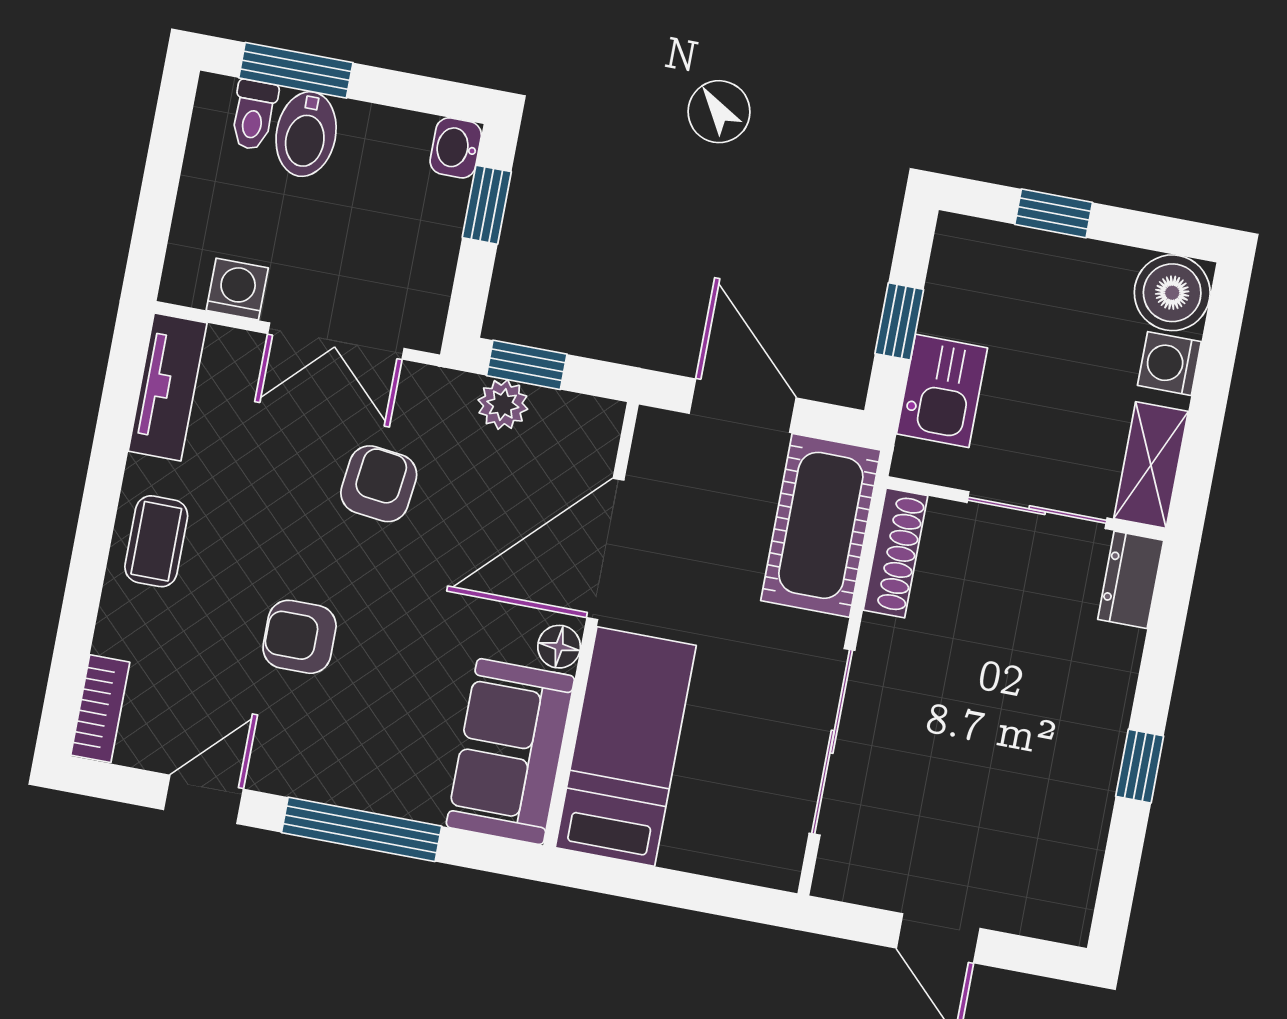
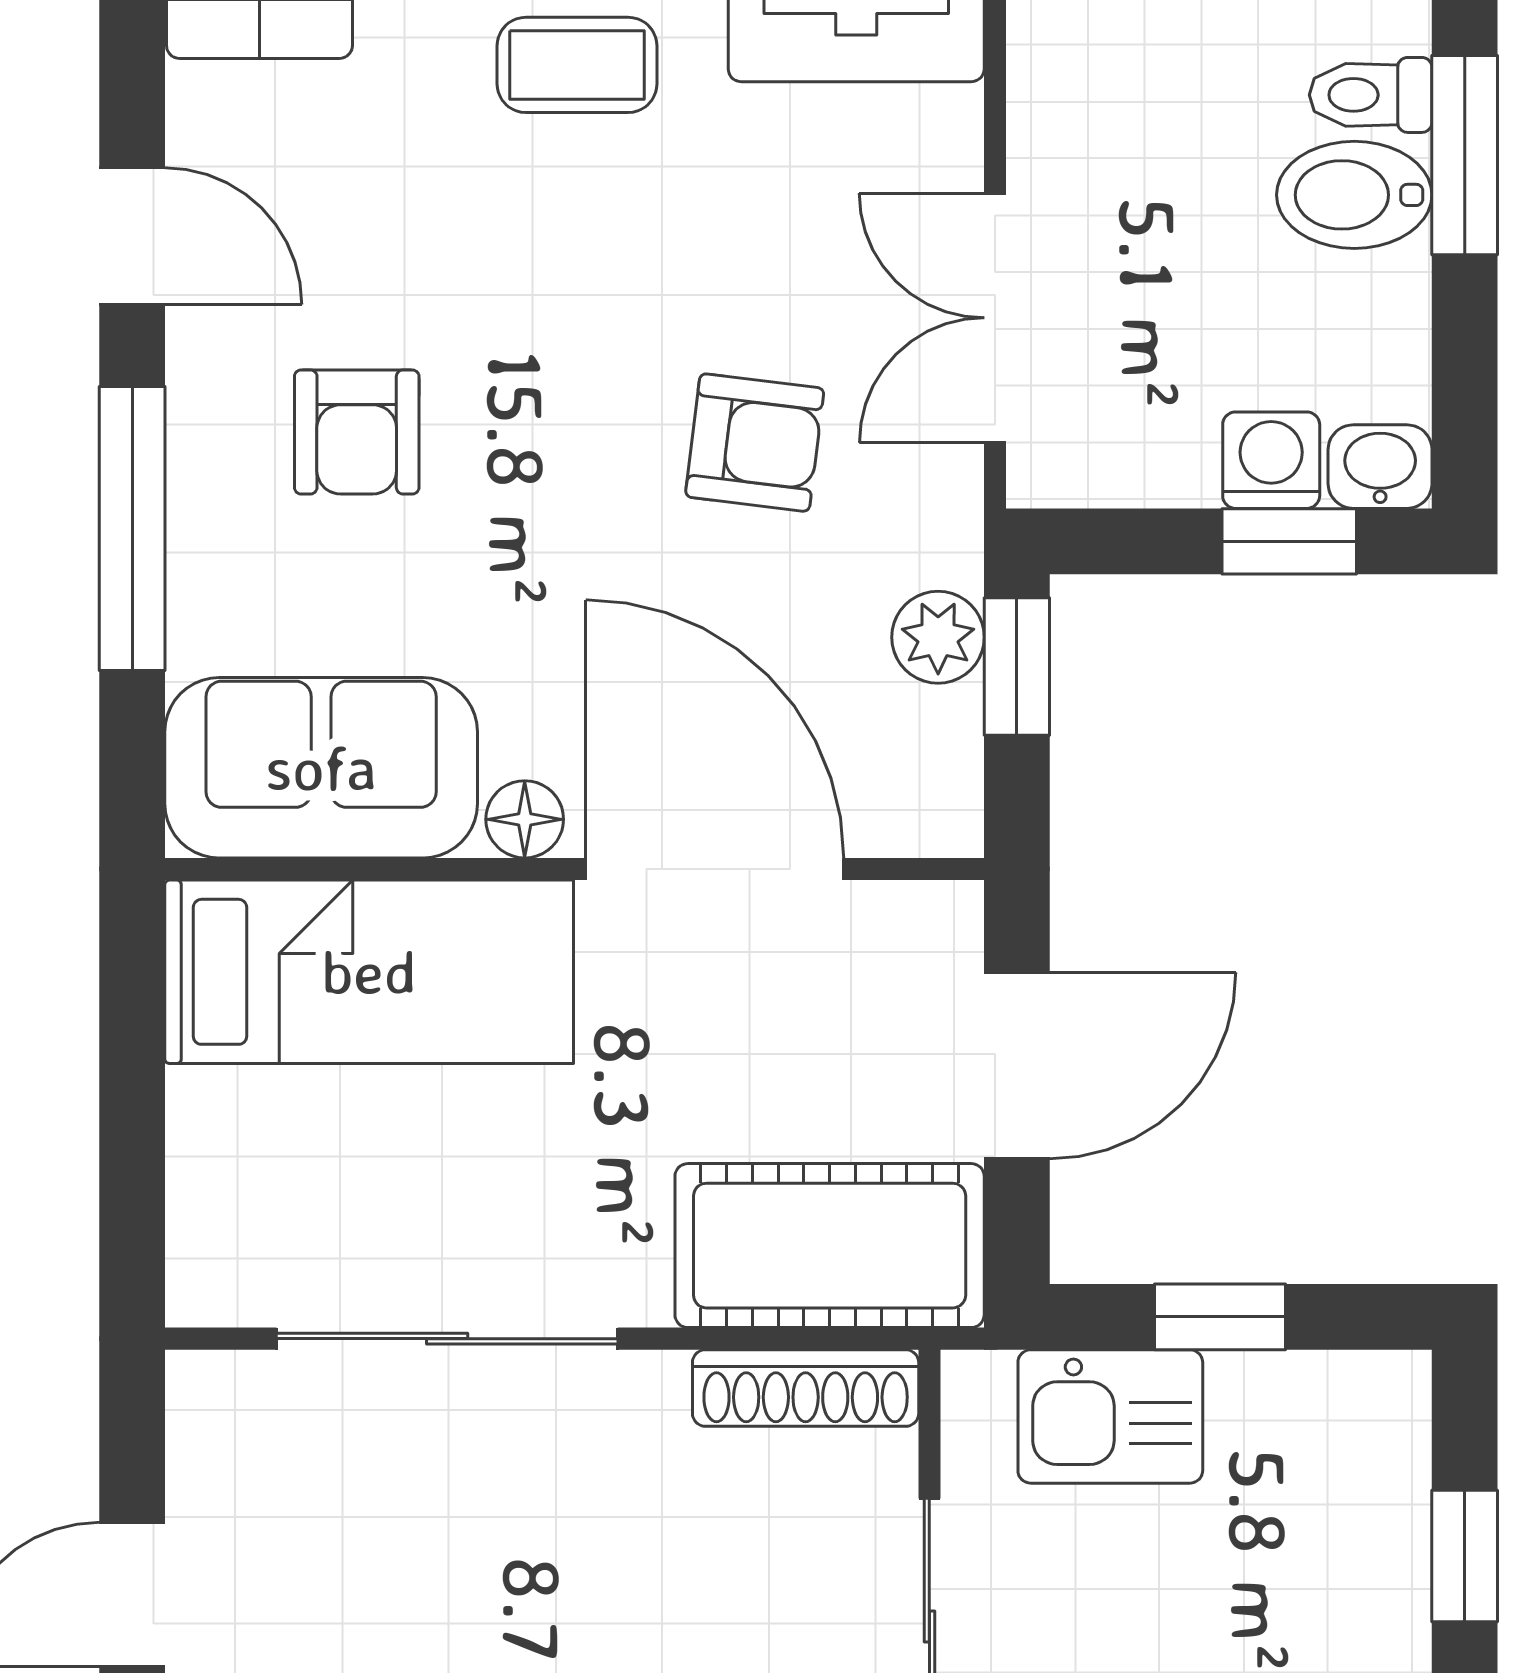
washing machine: (237, 289) -> (1271, 460), moved, turned -90
armchair: (300, 637) -> (357, 432), moved, turned 180

